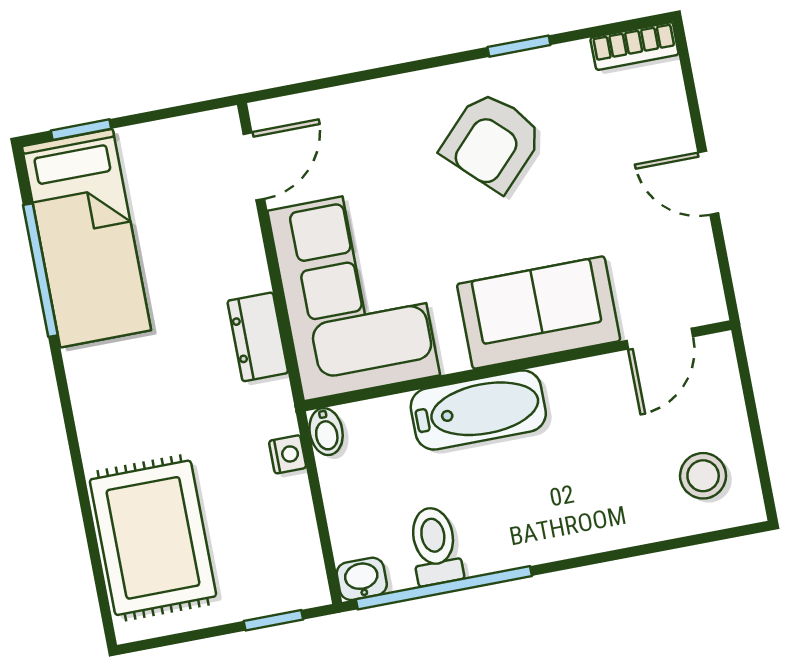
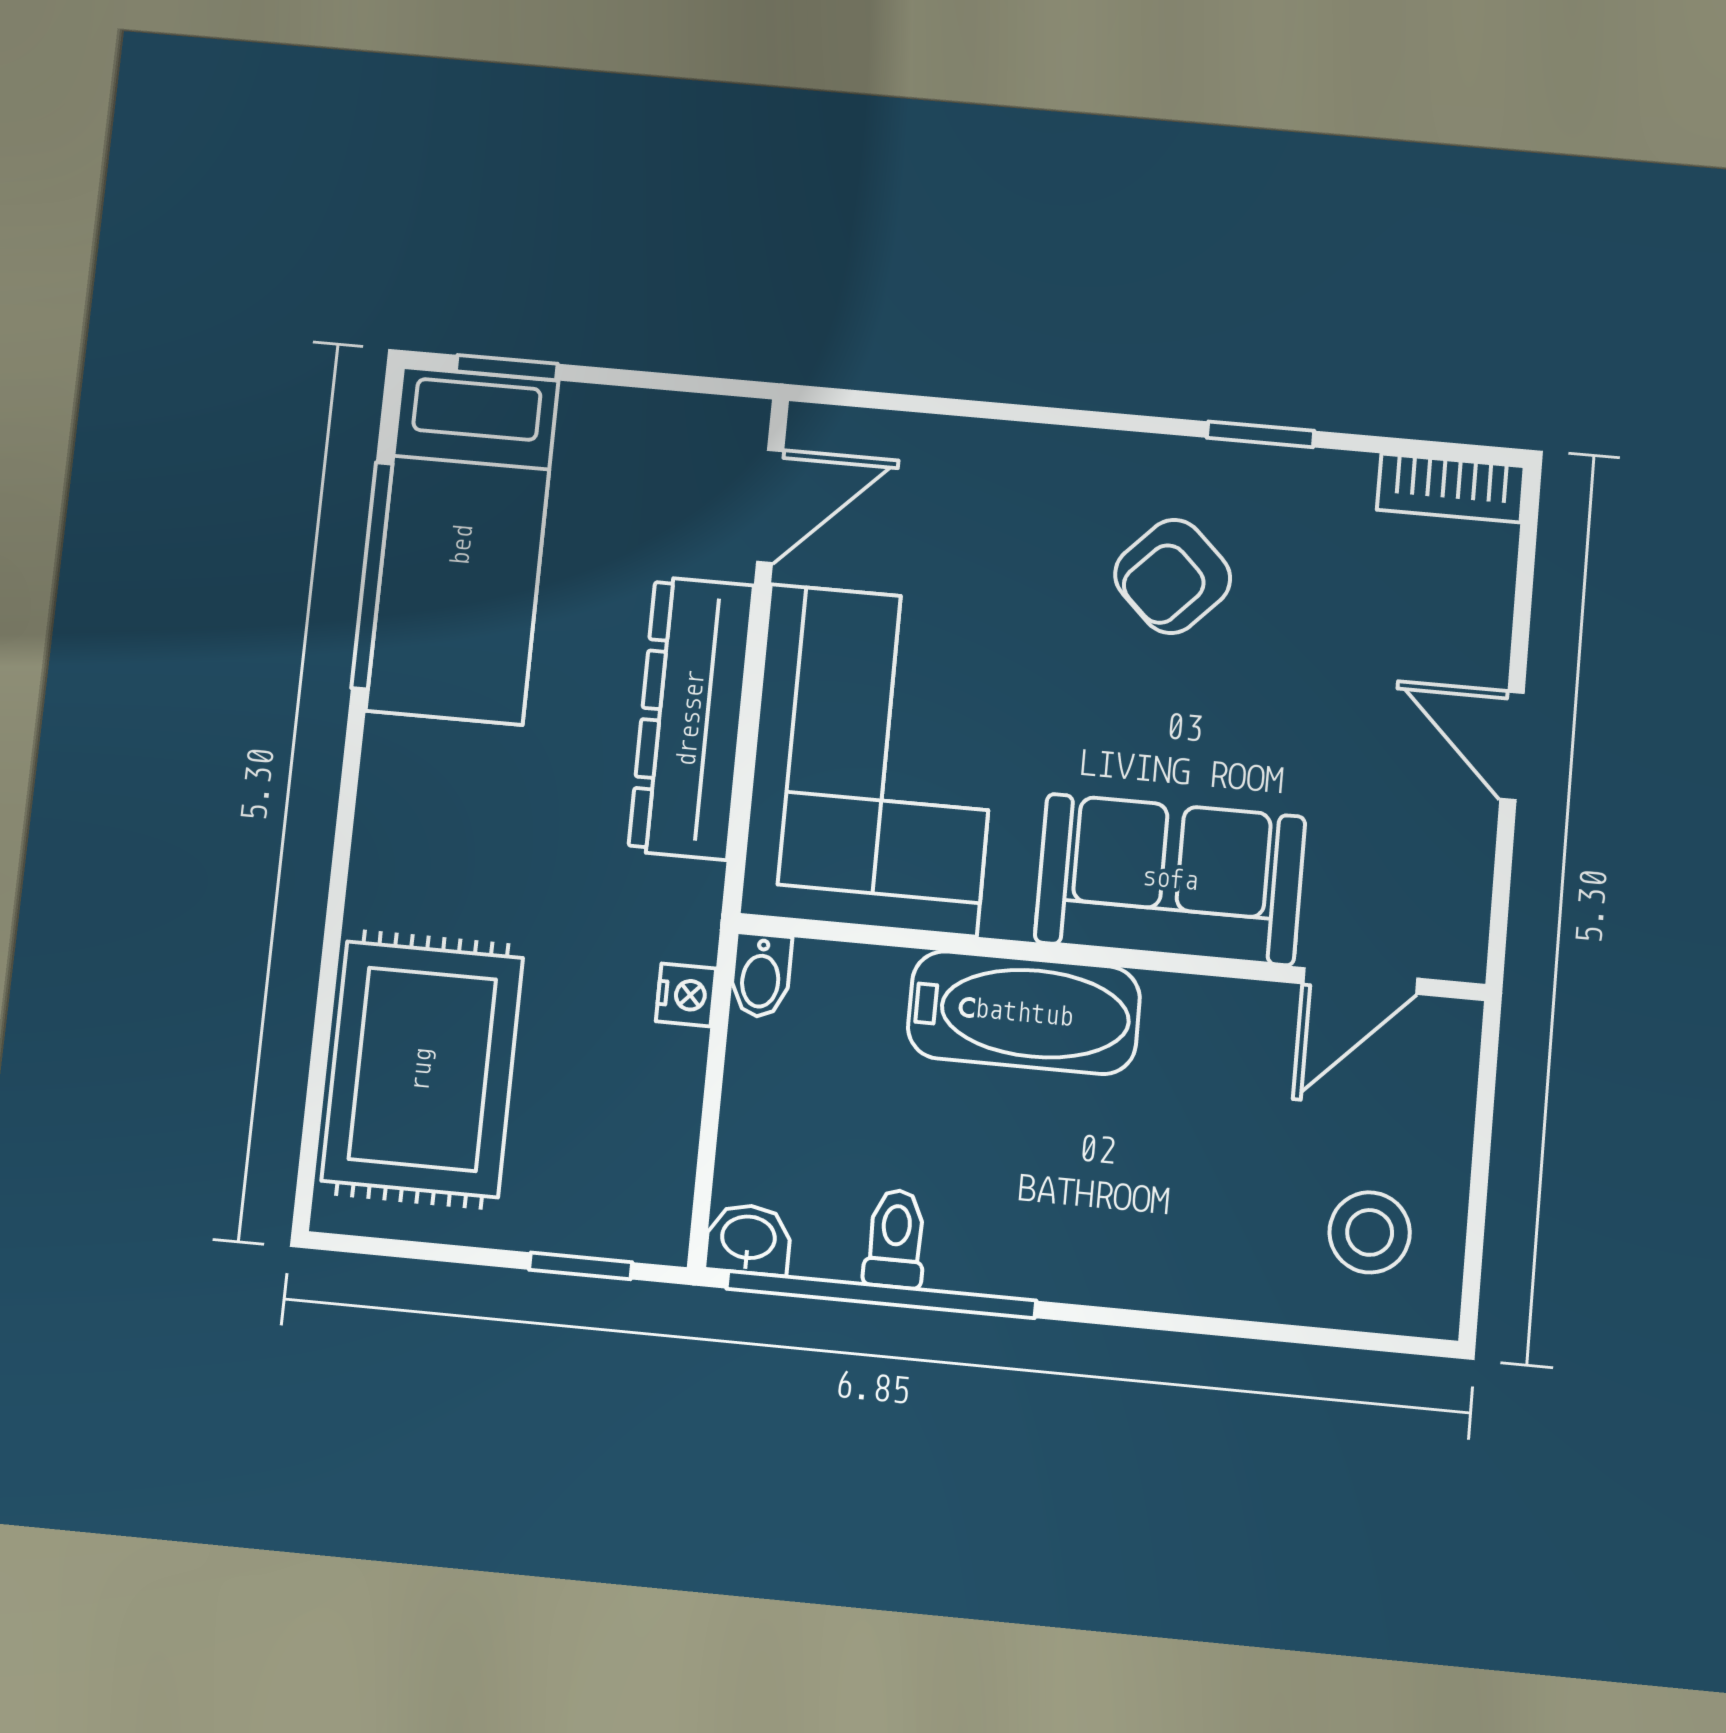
armchair: (492, 141) -> (1173, 576), width x0.72, depth x0.72
dresser: (258, 337) -> (691, 718), width x1.96, depth x1.24
toilet: (435, 546) -> (896, 1239), width x0.73, depth x0.72

